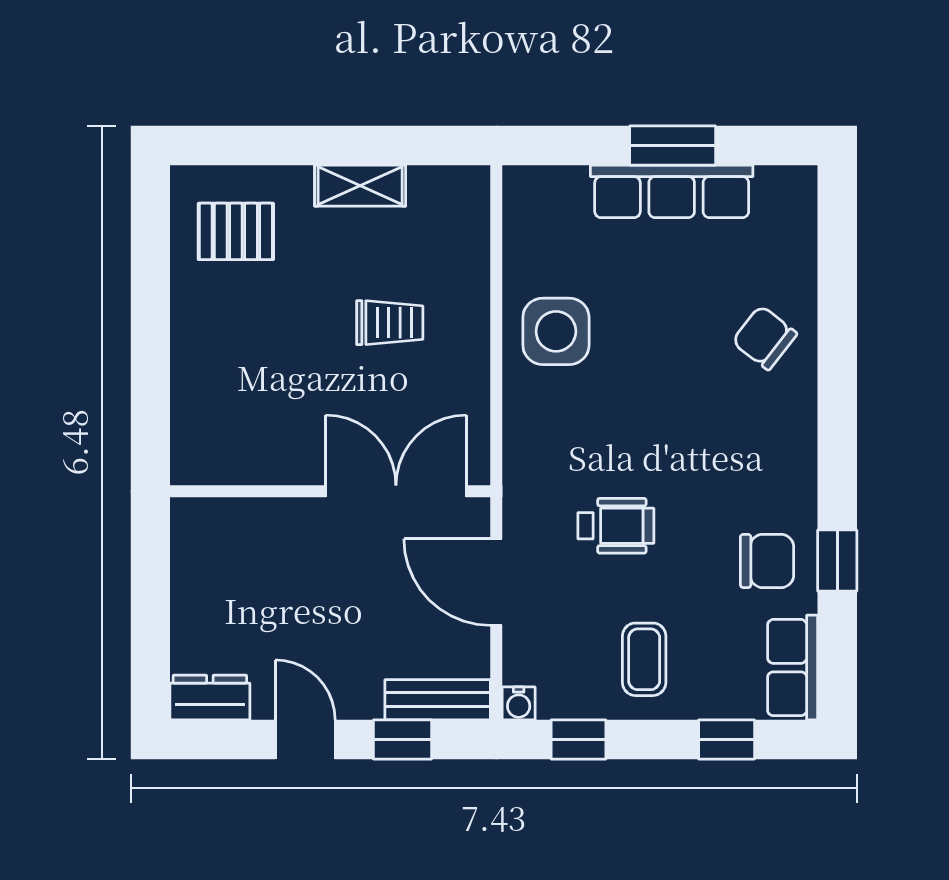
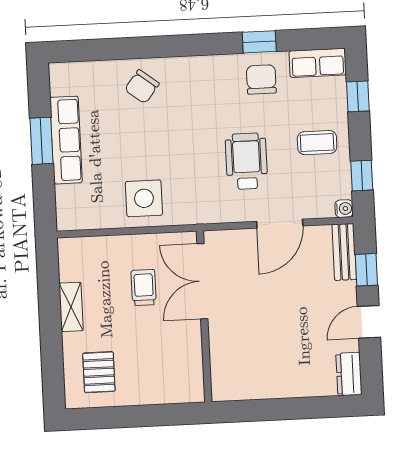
wall: (330, 491) -> (204, 316), moved
double door: (396, 491) -> (202, 281), moved
wheelchair: (616, 526) -> (246, 161), width x1.36, depth x1.37

